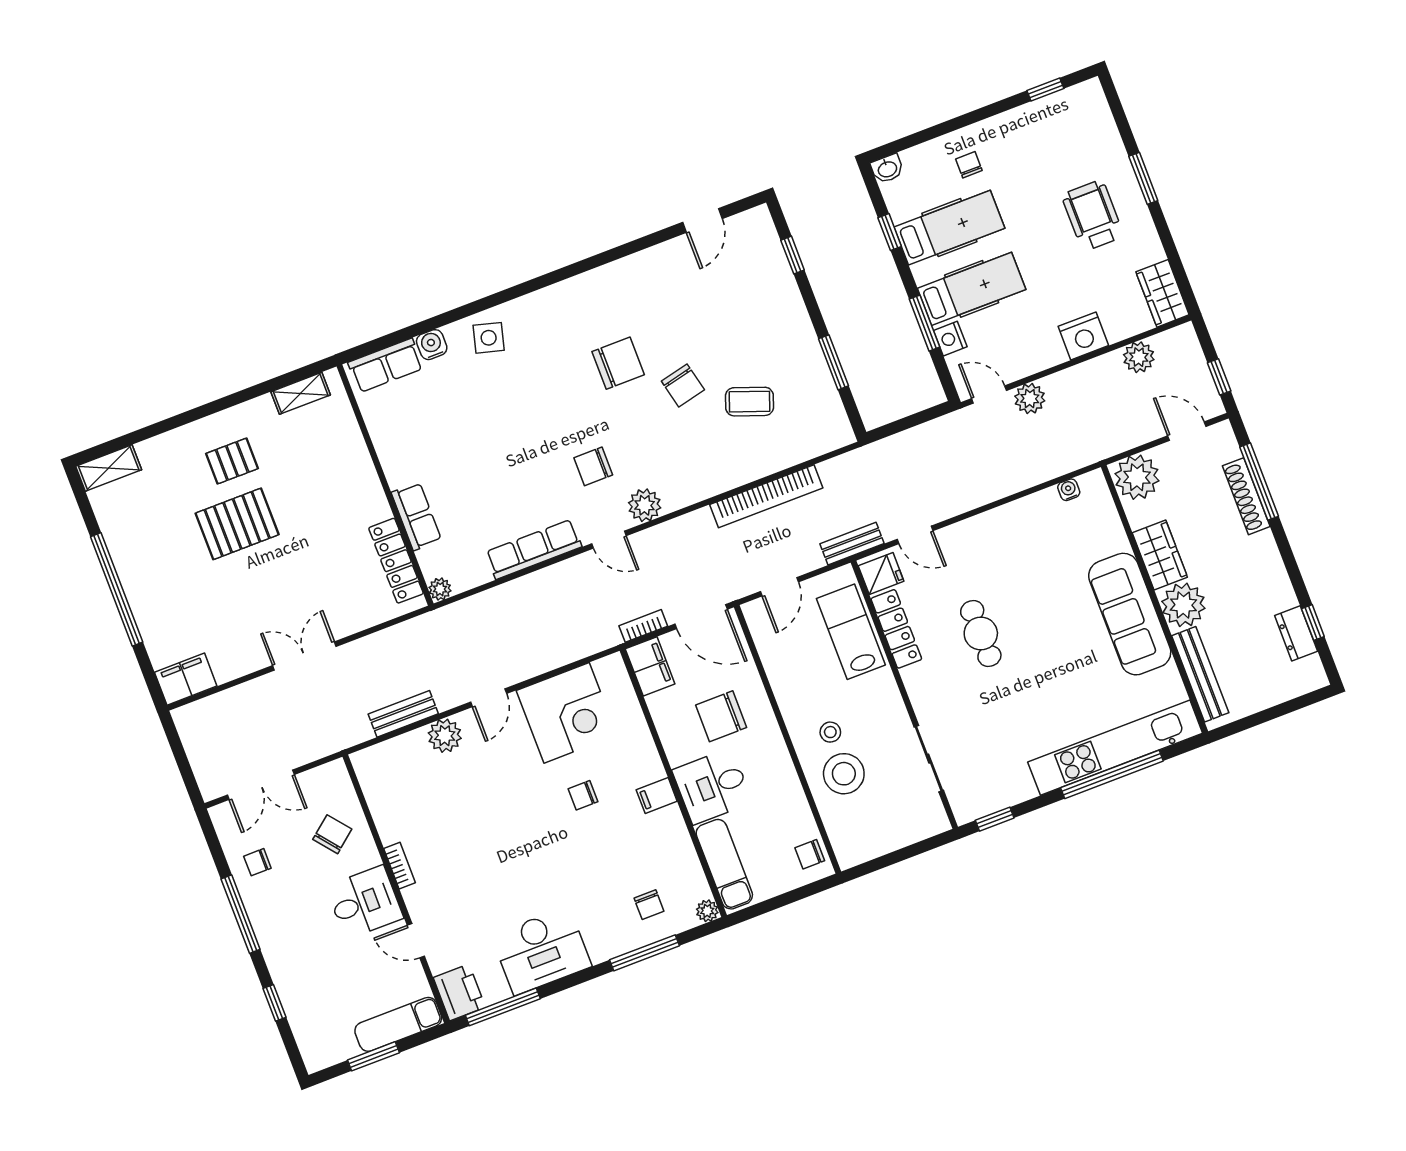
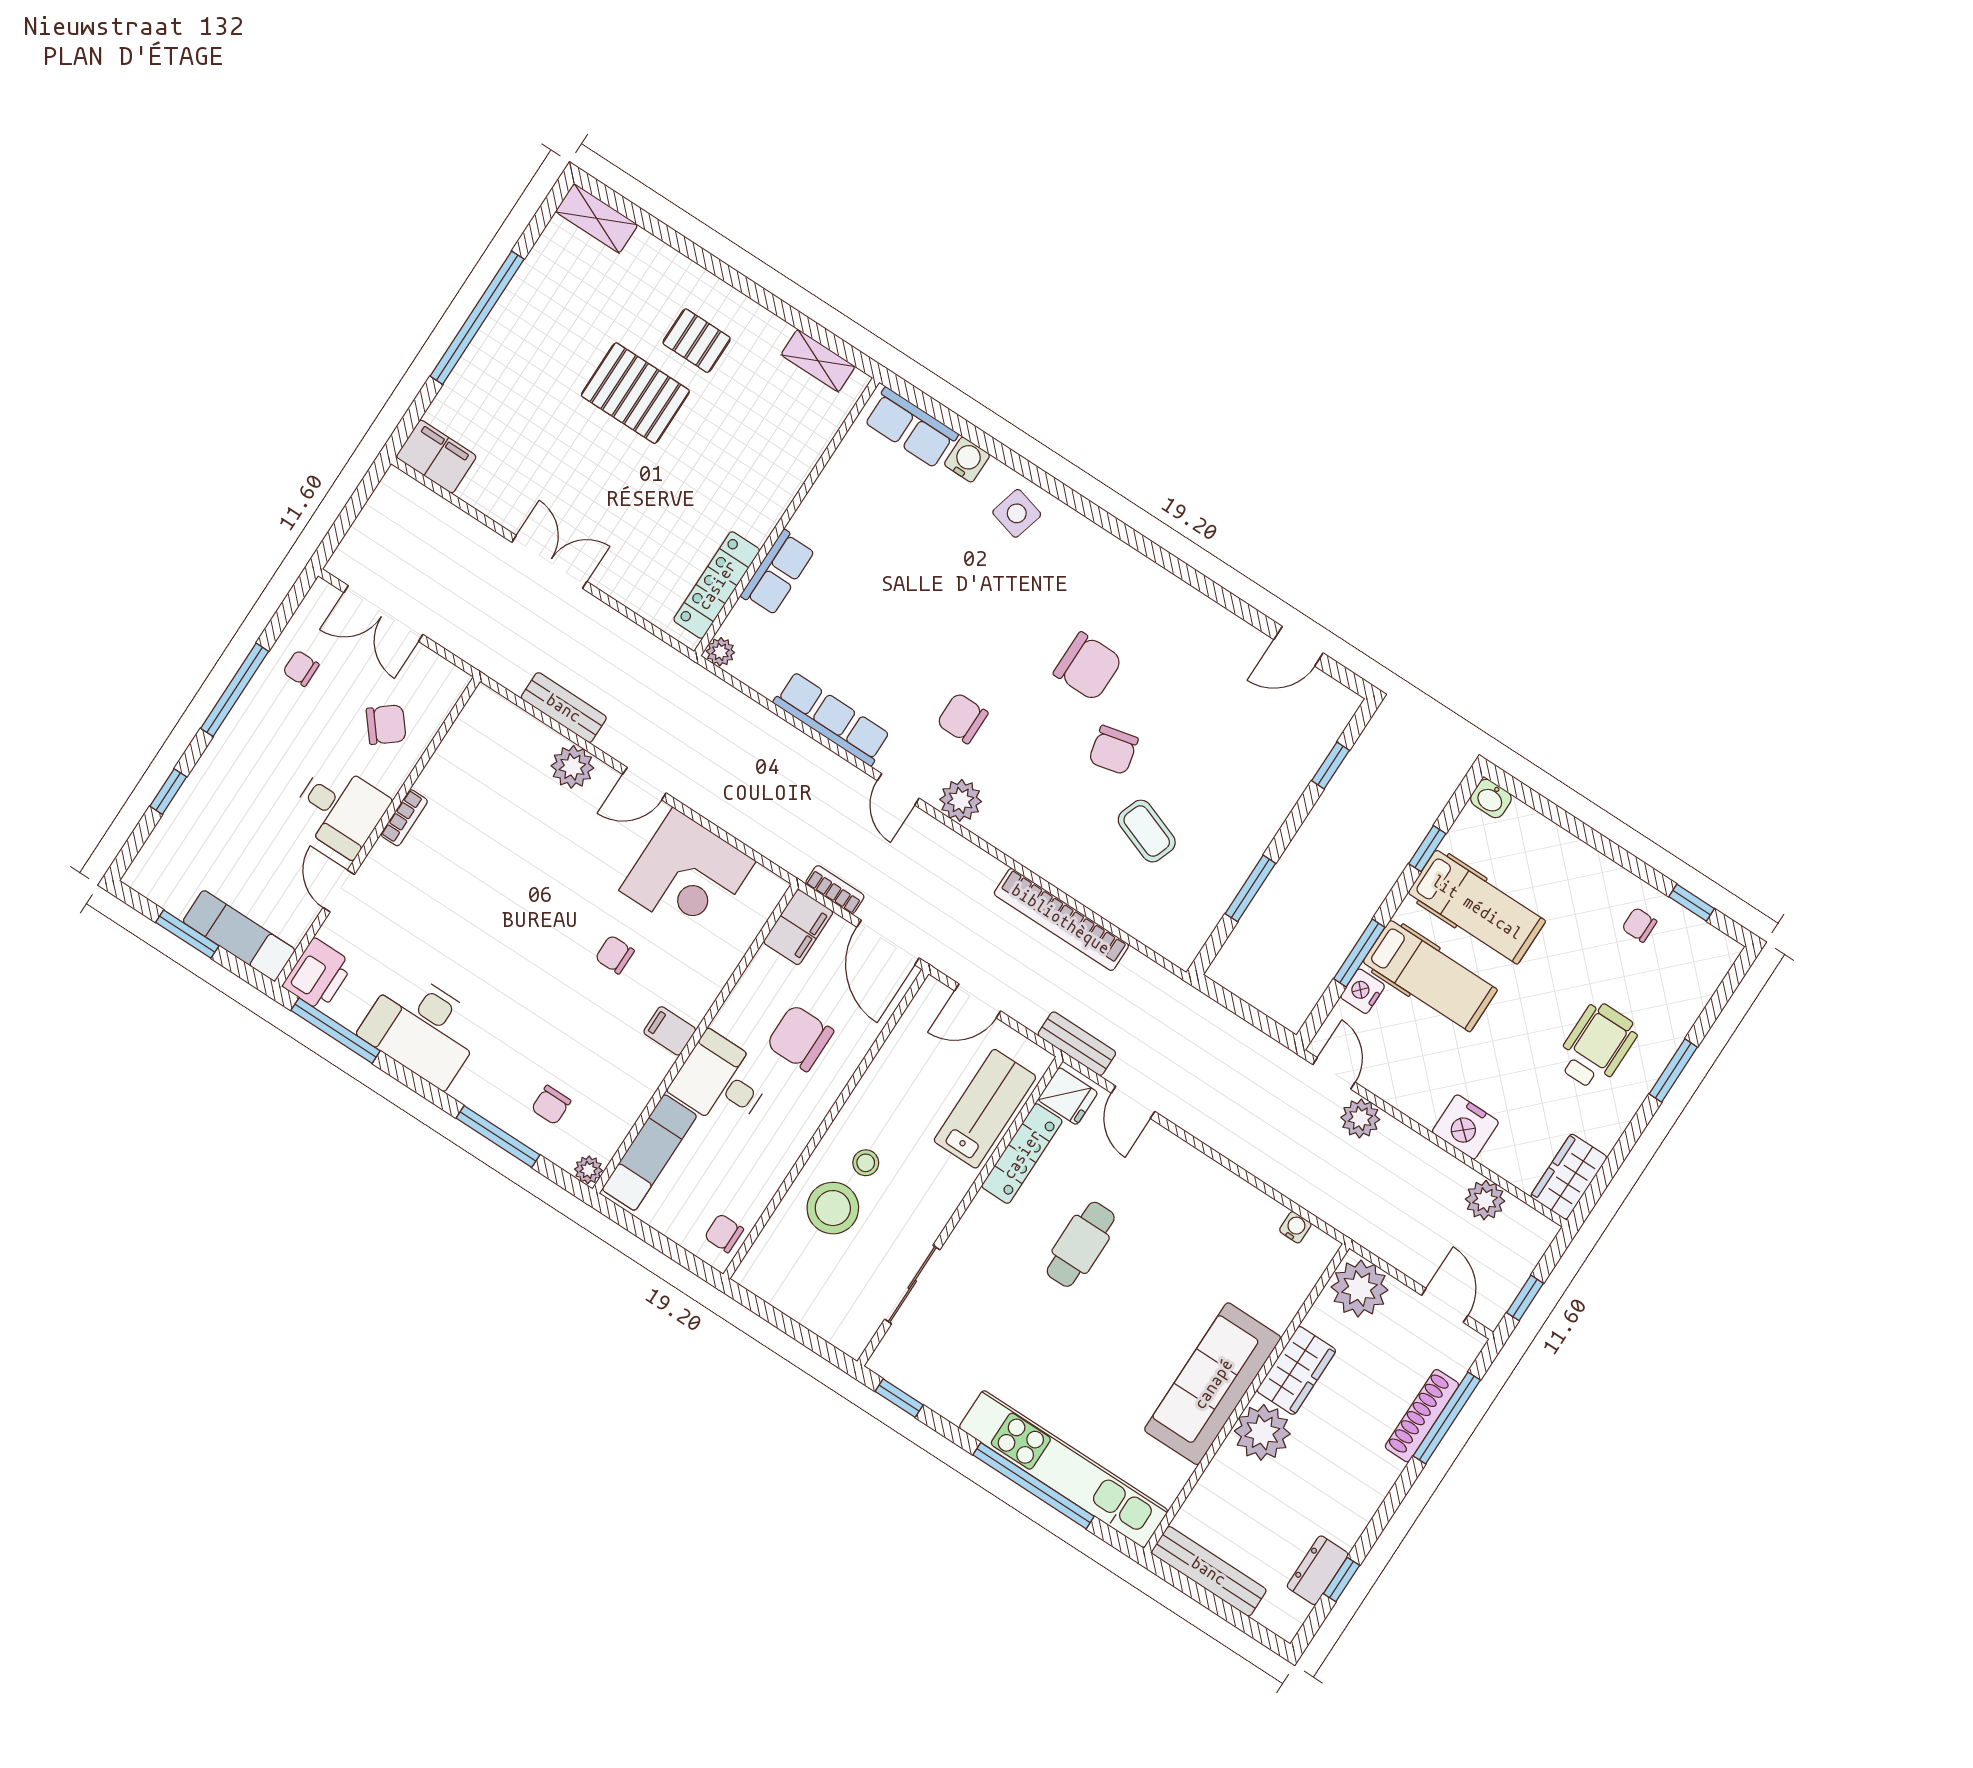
chair: (969, 165) -> (1639, 925), moved, turned -90
bench: (1200, 674) -> (1209, 1571), moved, turned 90

